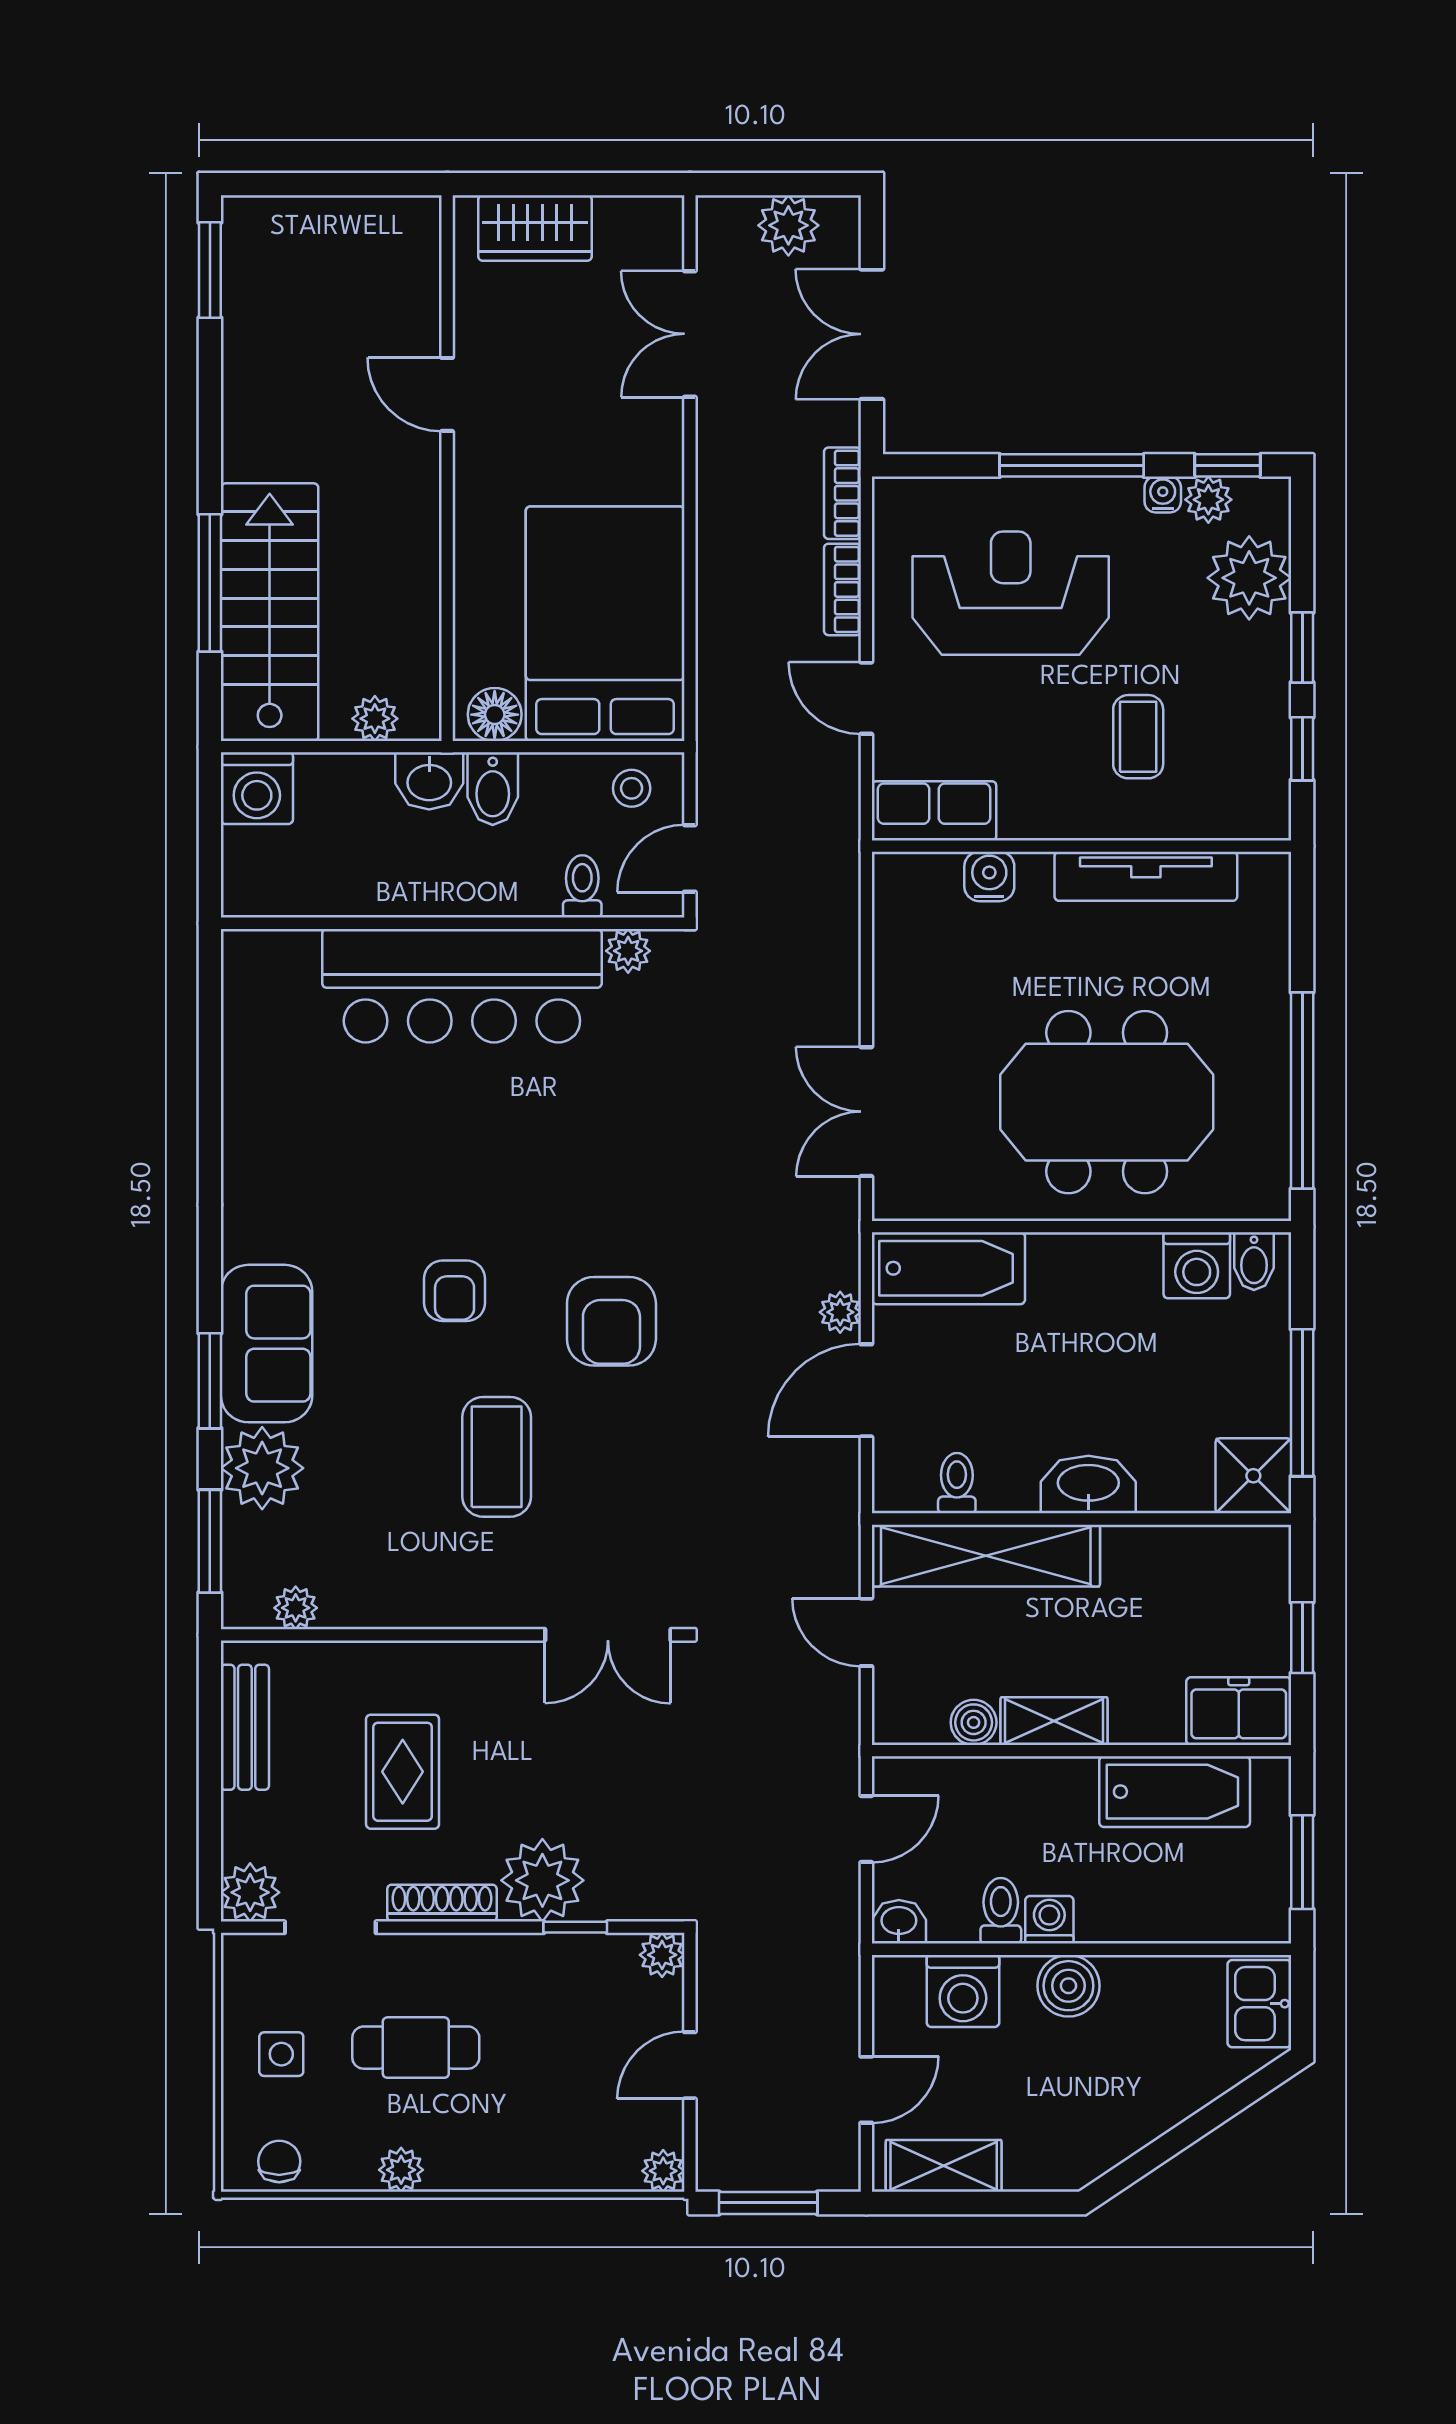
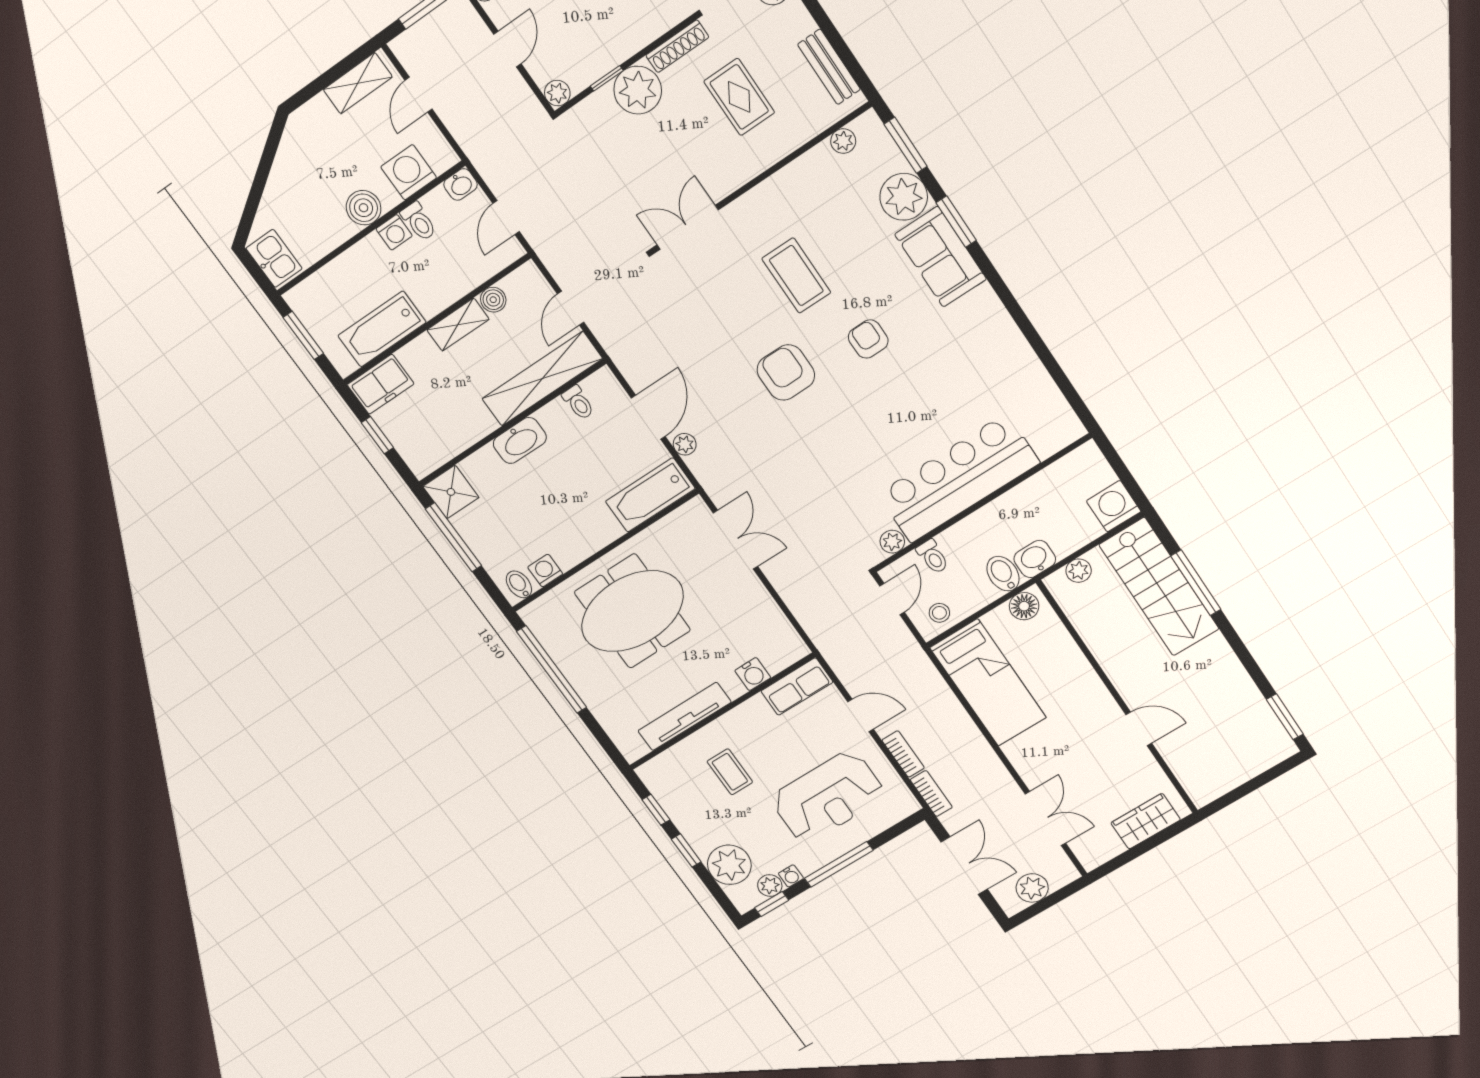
bed: (605, 624) -> (988, 683), width x0.67
washing machine: (1197, 1265) -> (545, 571), width x0.73, depth x0.73
door: (866, 1632) -> (571, 308), swing flipped

